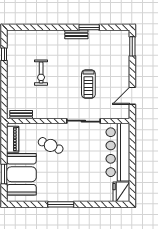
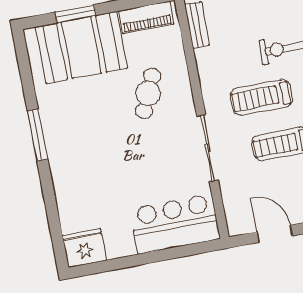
treadmill: (63, 89) -> (261, 97), added
bar counter: (118, 152) -> (175, 224), width x0.73

